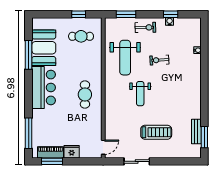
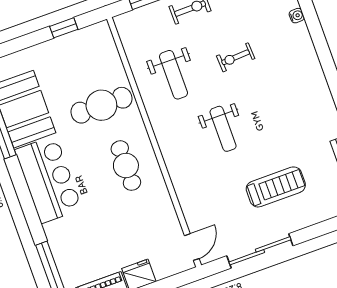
cafe table: (81, 36) -> (101, 105), moved, width x1.37, depth x1.35
weight bench: (125, 58) -> (173, 75), width x0.73, depth x0.75
sliding door: (137, 161) -> (260, 251), width x1.37

